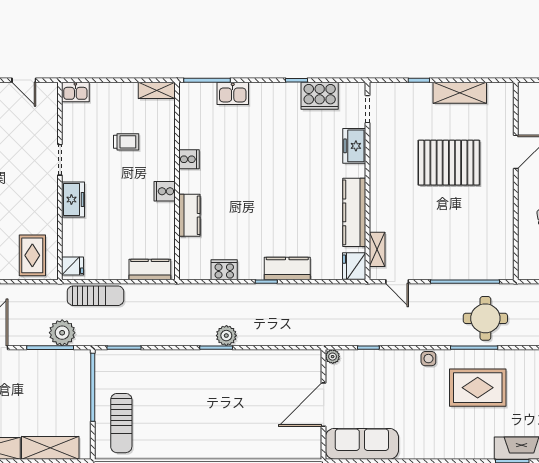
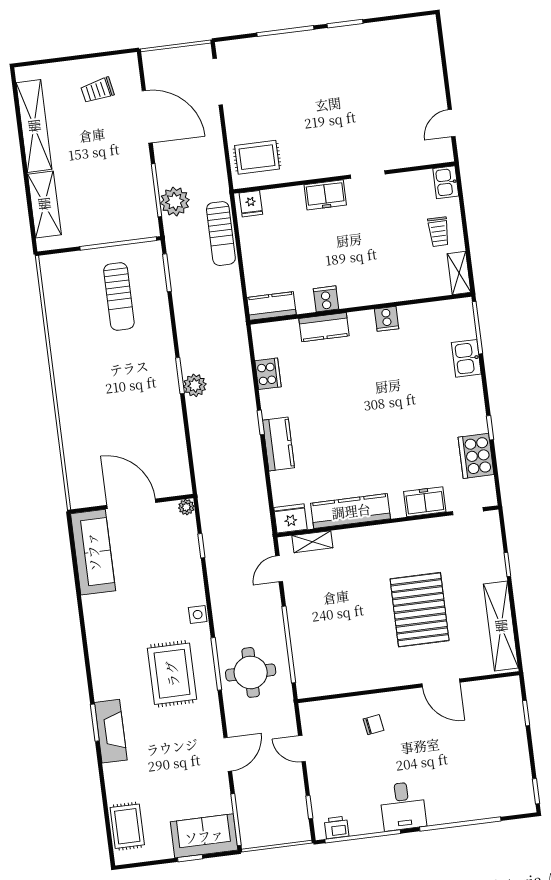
shelving: (460, 93) -> (501, 626), width x1.47
trolley: (126, 142) -> (439, 232), moved
cooker: (165, 191) -> (326, 299), moved
kitchen counter: (150, 270) -> (272, 306), moved, turned -90
sun lounger: (121, 423) -> (119, 296), moved, turned -90

